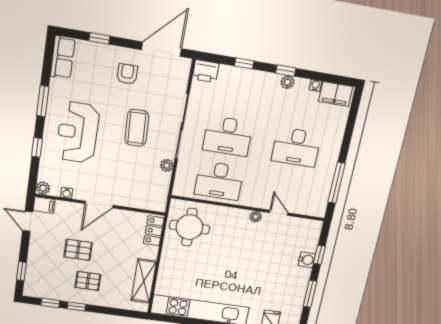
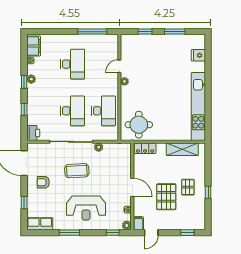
window: (37, 147) -> (113, 233), moved
pallet: (78, 250) -> (166, 197), width x1.50, depth x1.42
water cooler: (307, 260) -> (150, 39), removed
window: (50, 303) -> (208, 210), removed

